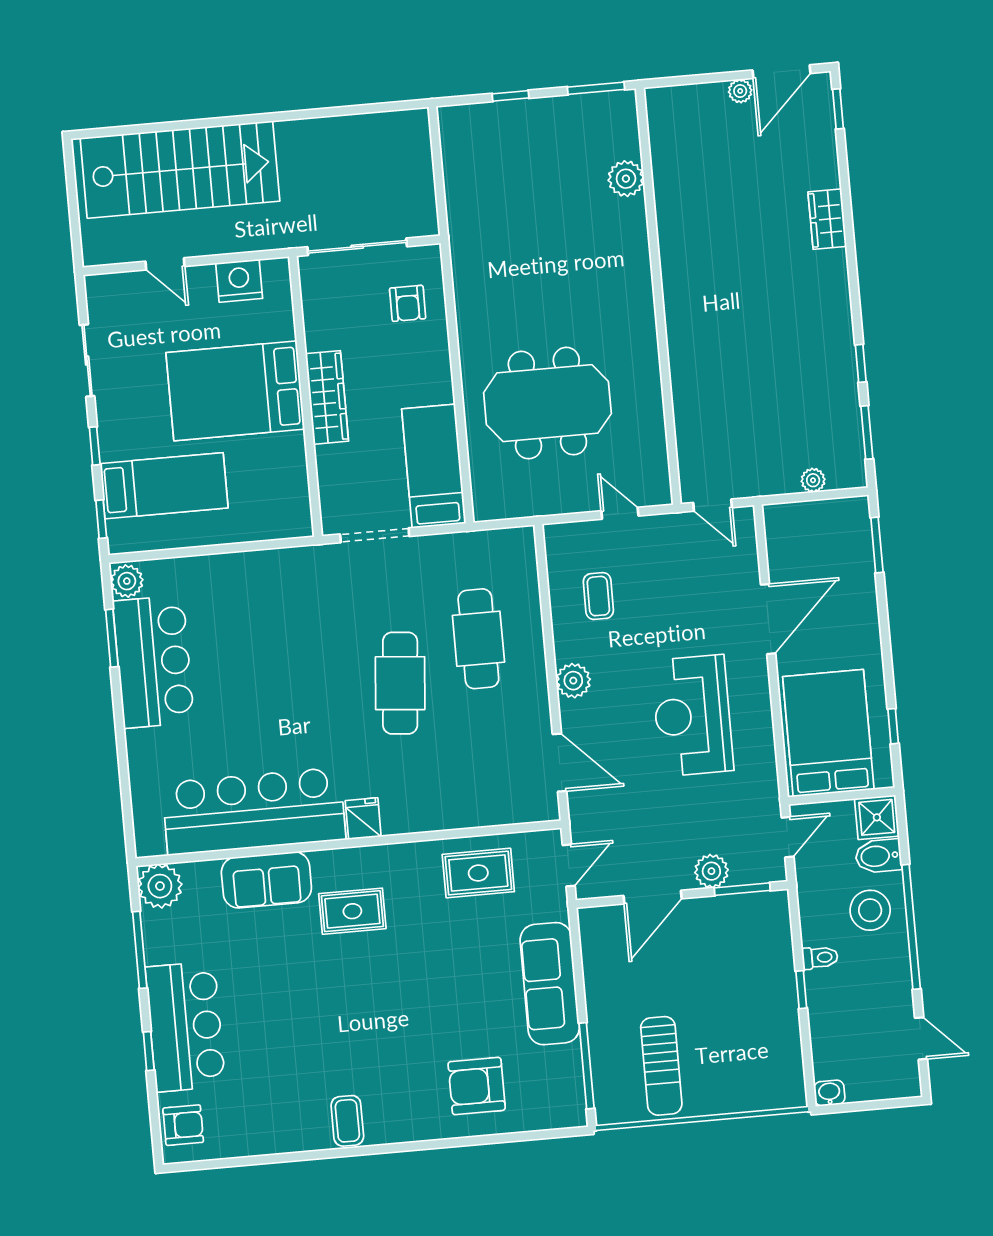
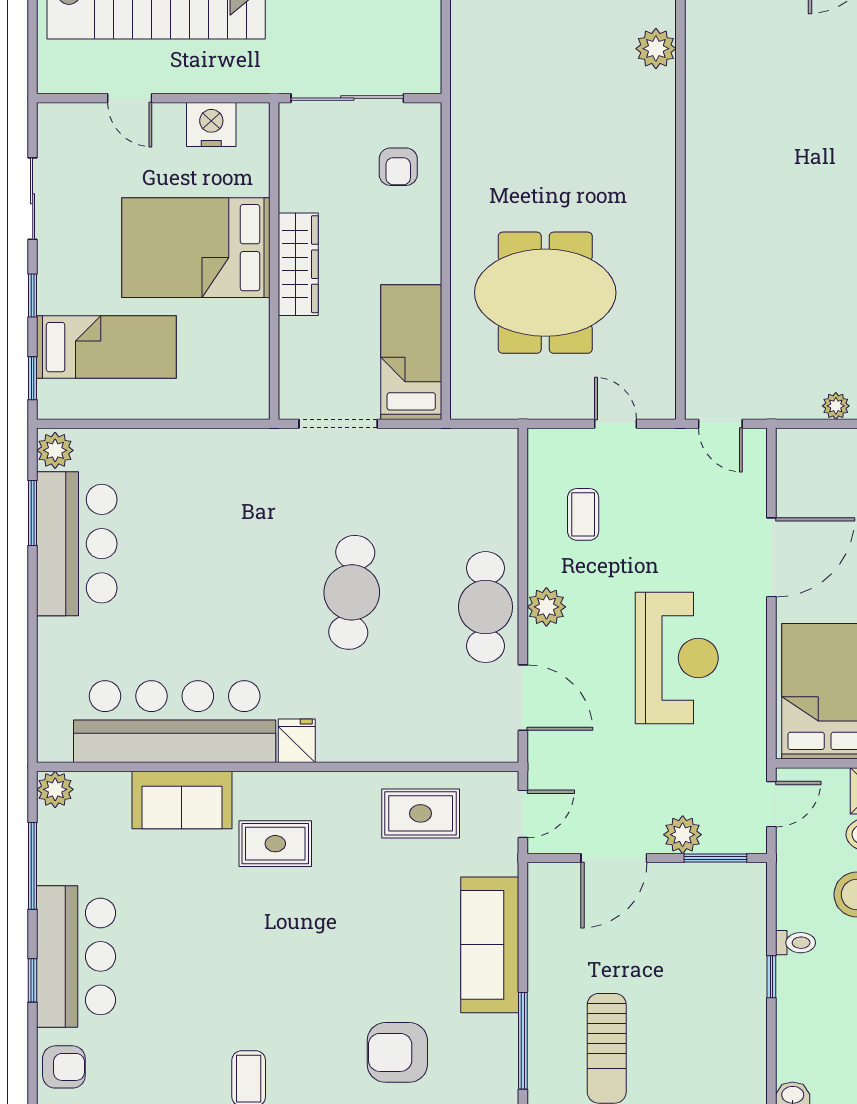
cafe table: (478, 639) -> (485, 607), moved
reception desk: (692, 716) -> (677, 658), turned 180
plant: (160, 886) -> (55, 789), width x0.73, depth x0.73

